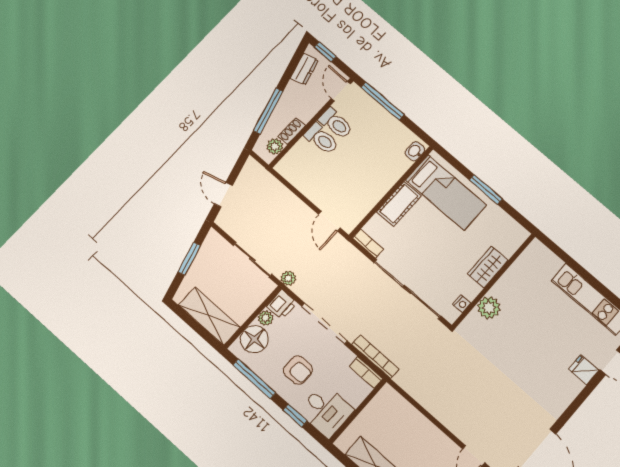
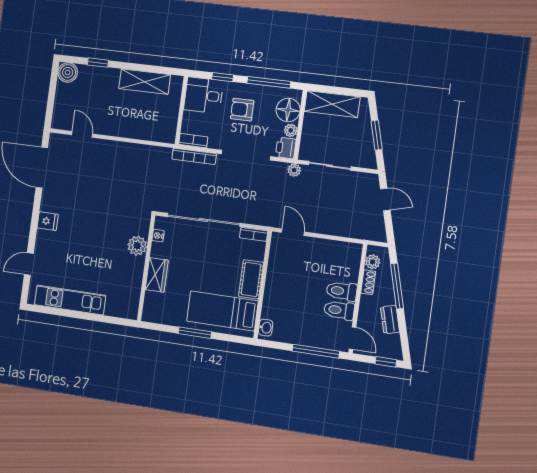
dresser: (304, 69) -> (390, 320), moved
fridge: (584, 370) -> (48, 221), moved

